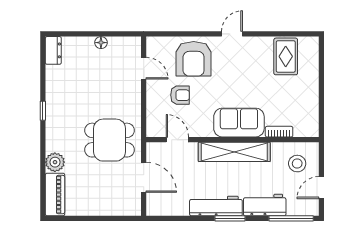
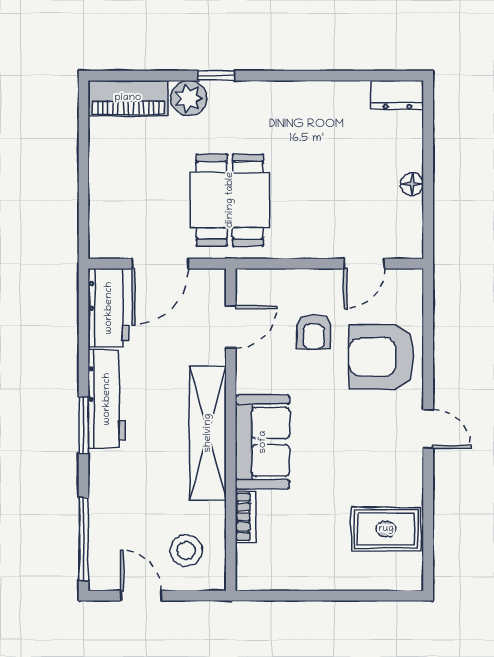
window: (43, 111) -> (216, 76), moved
workbench: (265, 205) -> (109, 308), moved

